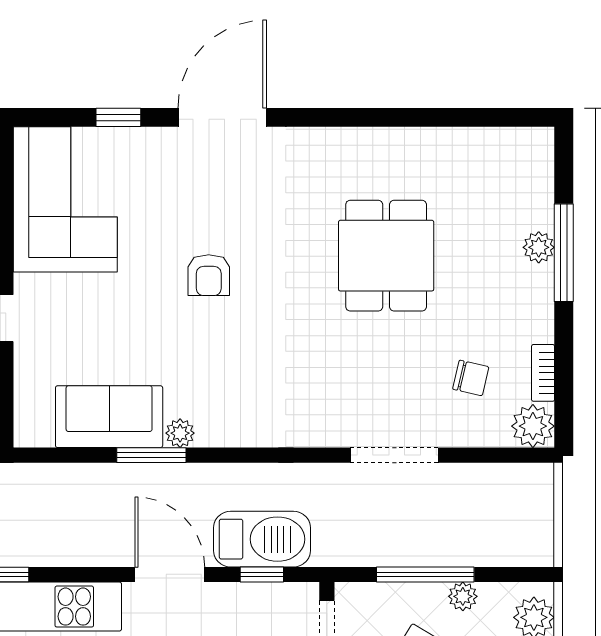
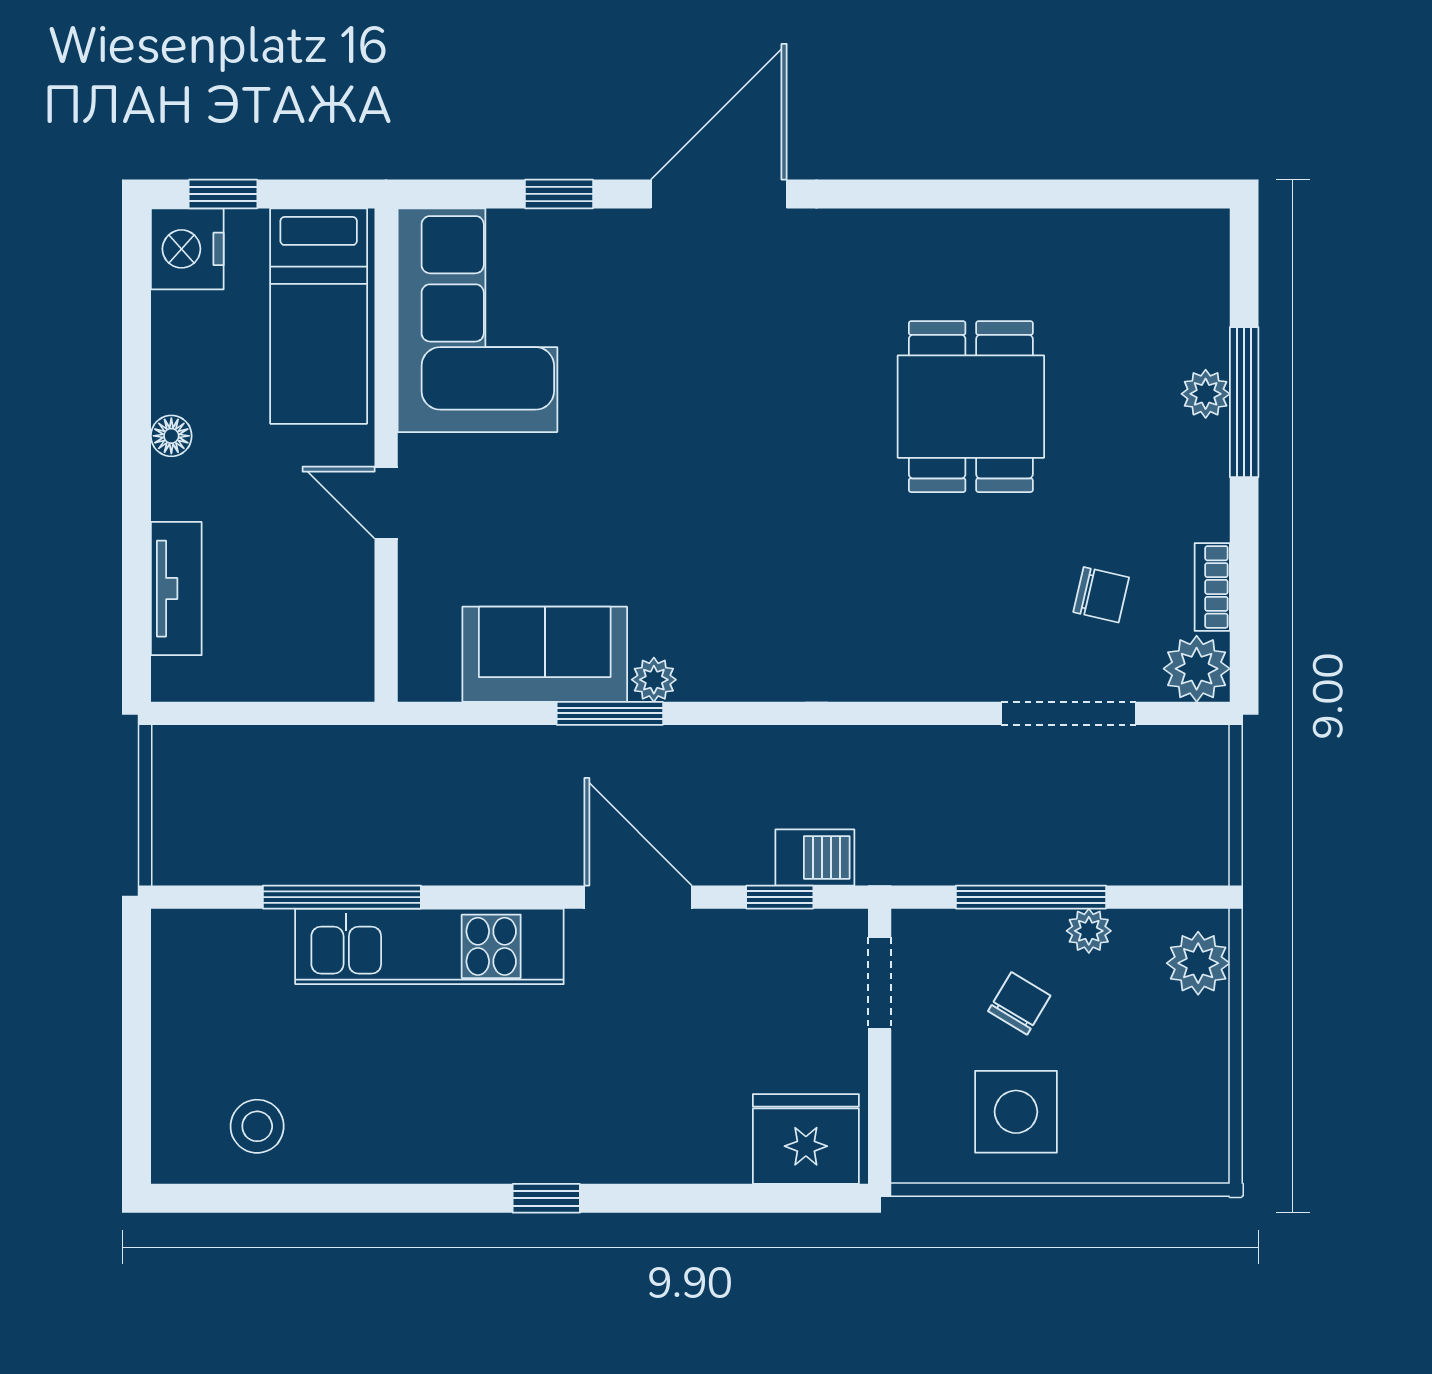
armchair: (209, 275) -> (698, 437), removed
doorway: (394, 455) -> (1068, 713), moved
barbecue: (262, 539) -> (815, 857), width x0.53, depth x0.65

